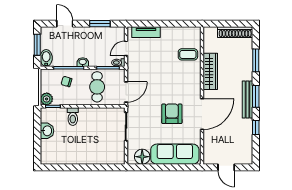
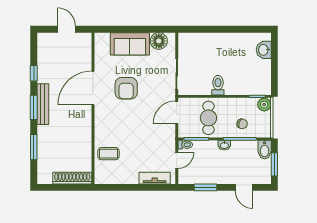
shoe rack: (235, 32) -> (72, 178), moved
wardrobe: (210, 71) -> (84, 135), removed
toilet: (73, 117) -> (218, 85), moved
washbasin: (47, 131) -> (264, 50), moved
sofa: (175, 154) -> (130, 44), width x0.73

